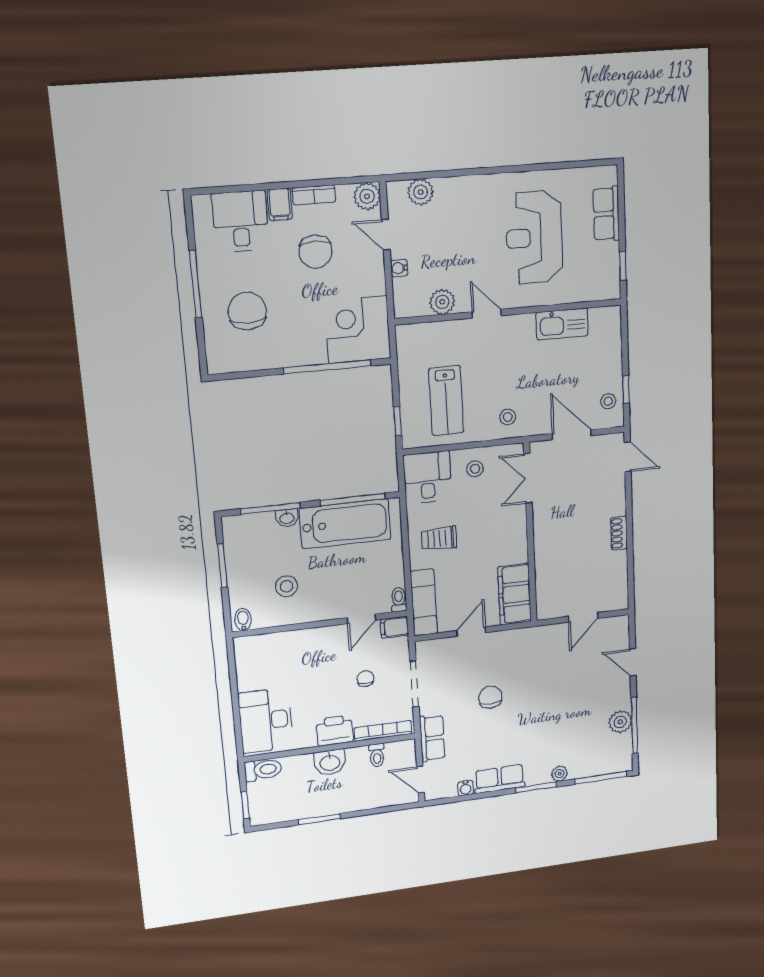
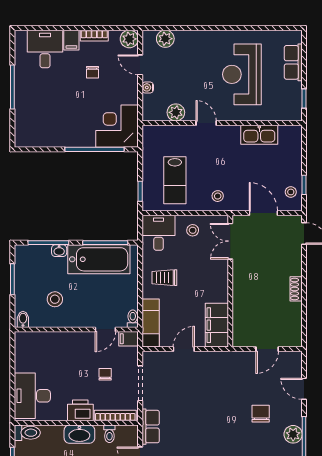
chair: (316, 252) -> (92, 72), width x0.54, depth x0.54
chair: (247, 311) -> (44, 107), removed
chair: (490, 697) -> (261, 414), moved
washbasin: (330, 762) -> (79, 434), width x1.38

